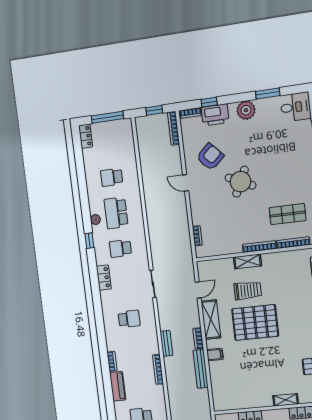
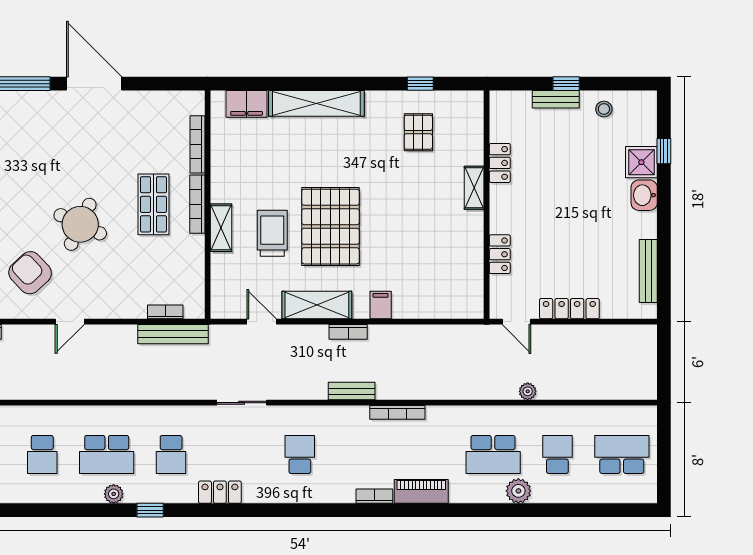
shop shelf: (288, 214) -> (153, 204), moved
bench: (201, 369) -> (173, 334), moved

